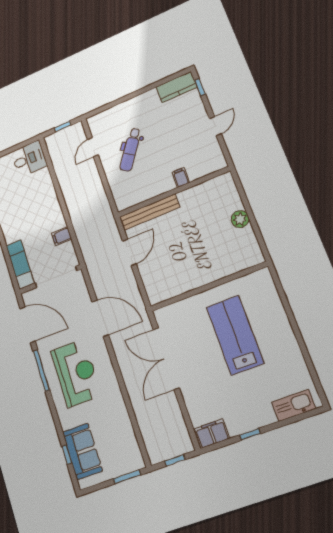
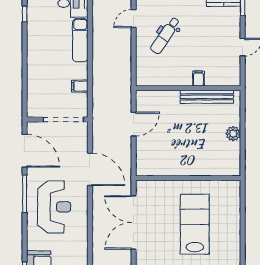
bench: (149, 212) -> (207, 97), moved
exam couch: (20, 264) -> (80, 40), moved, turned 180

